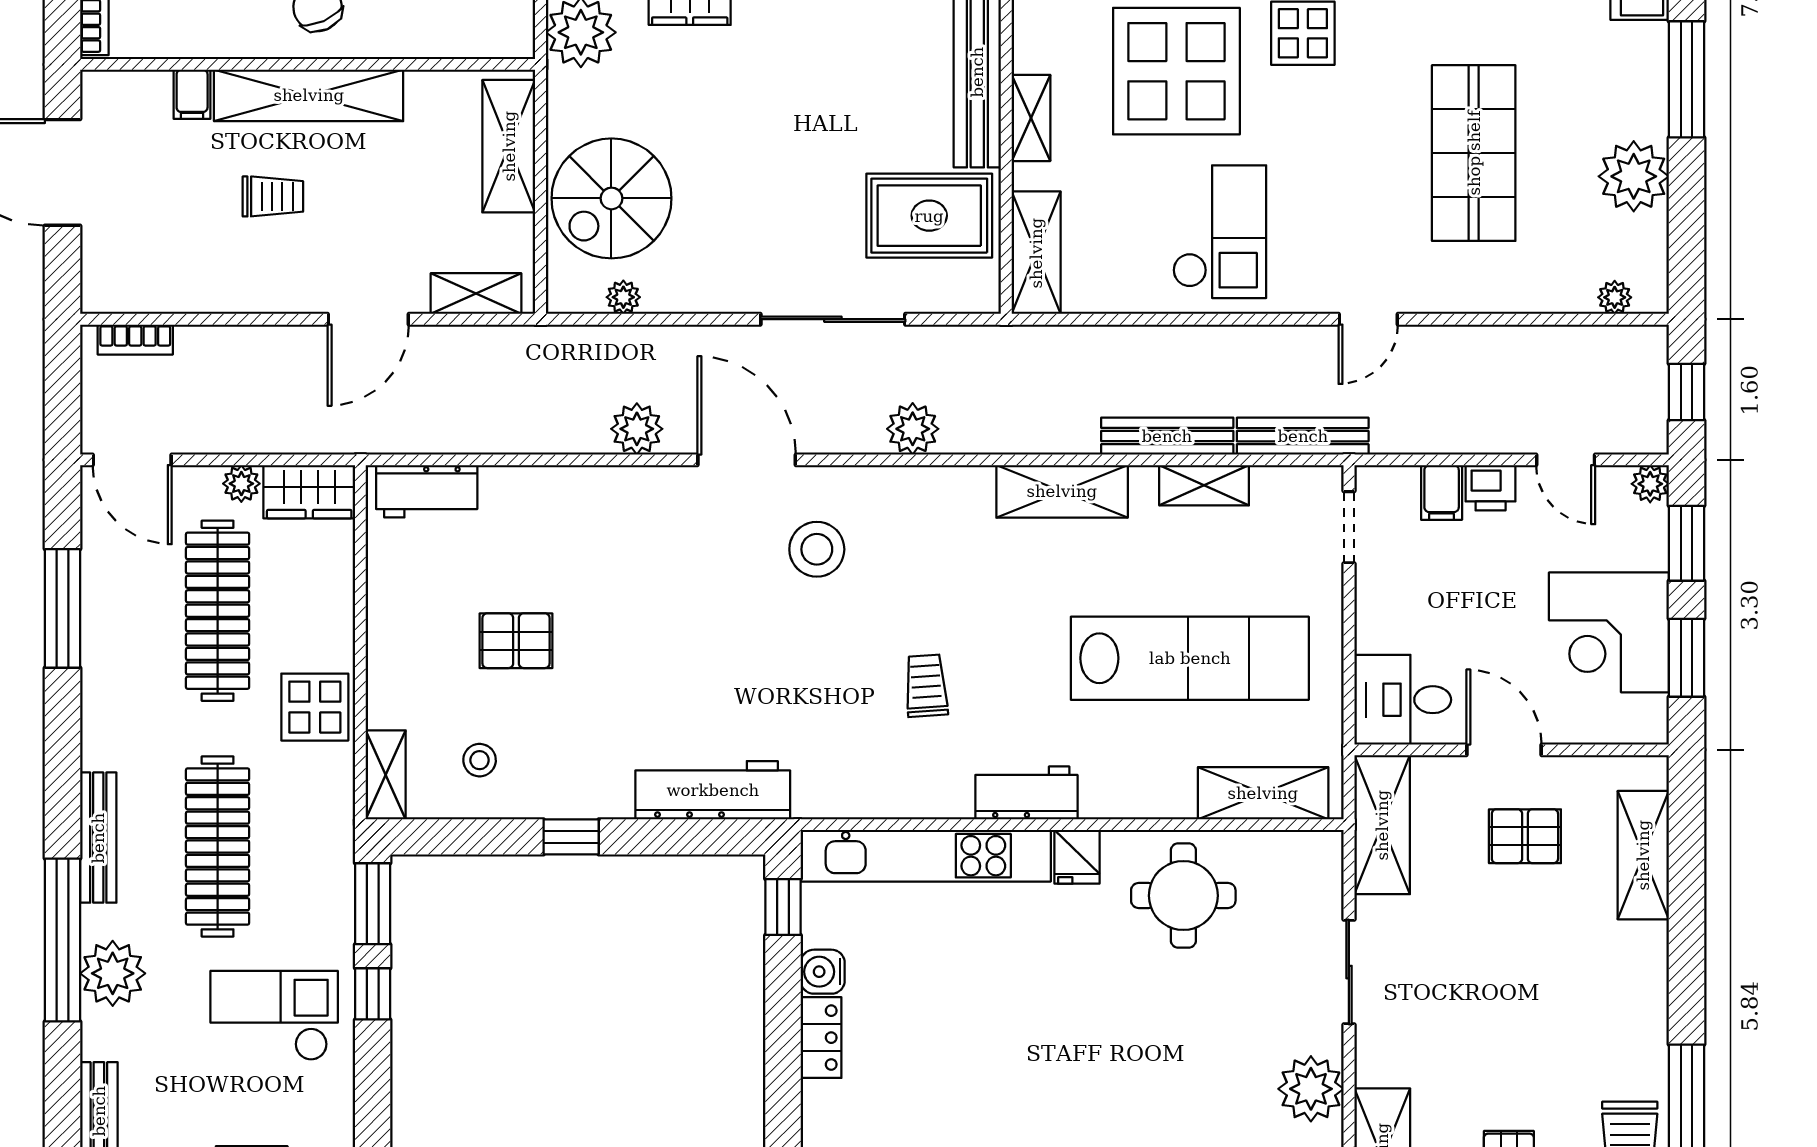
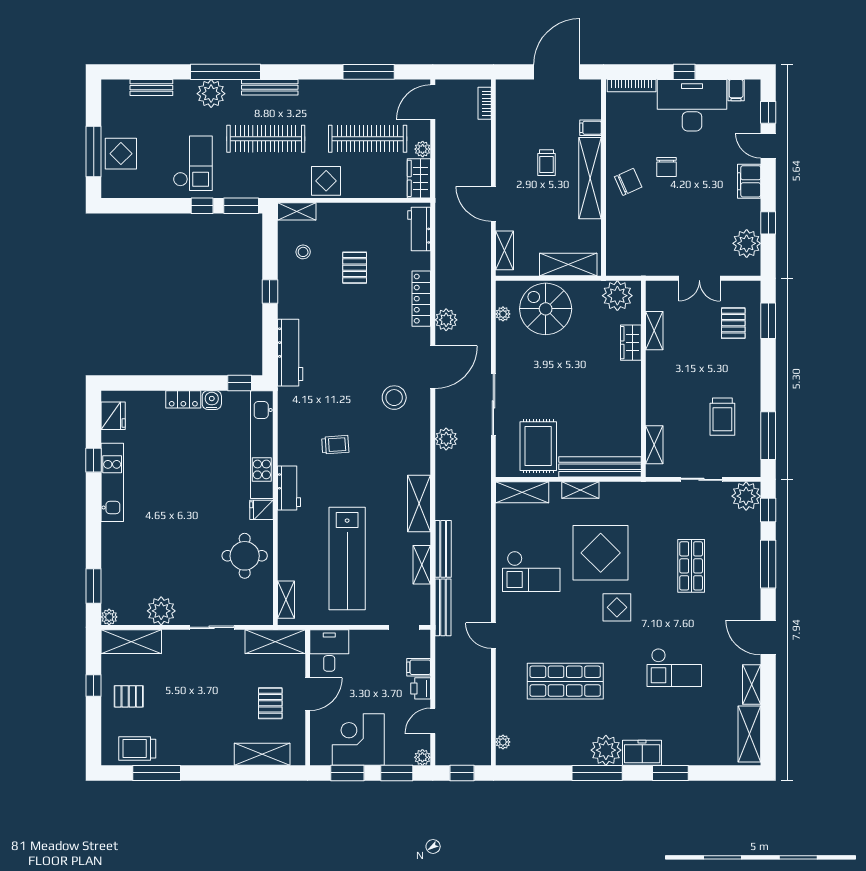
plant: (1634, 176) -> (606, 750), moved
locker: (588, 486) -> (421, 299), added
shelving: (1263, 793) -> (286, 600), width x0.67, depth x0.75

